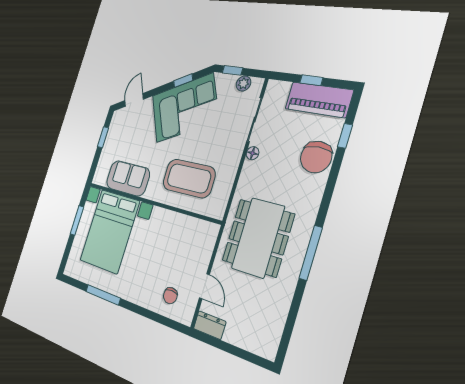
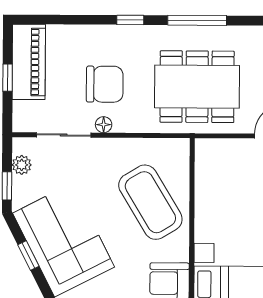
window: (345, 136) -> (130, 20), moved
chair: (316, 157) -> (105, 84), moved
coffee table: (189, 178) -> (150, 202), turned -30

